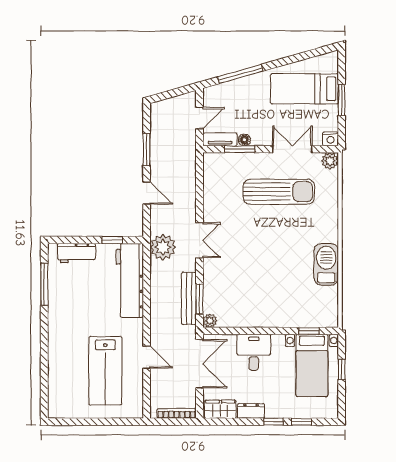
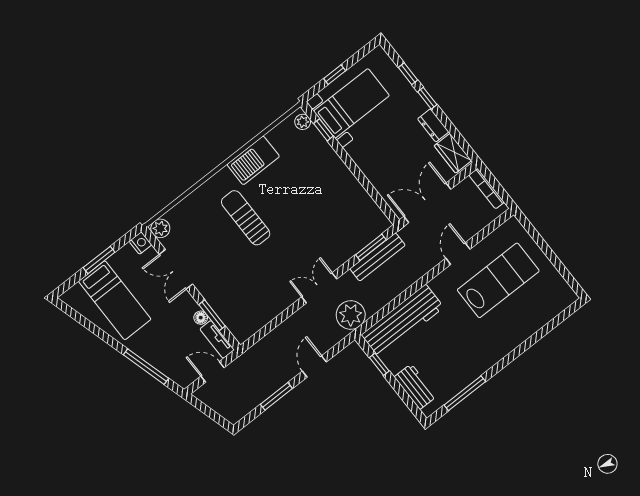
sun lounger: (279, 192) -> (246, 218), moved, width x0.73, depth x0.75
plant: (210, 321) -> (303, 122), moved
desk: (254, 352) -> (380, 163), removed

